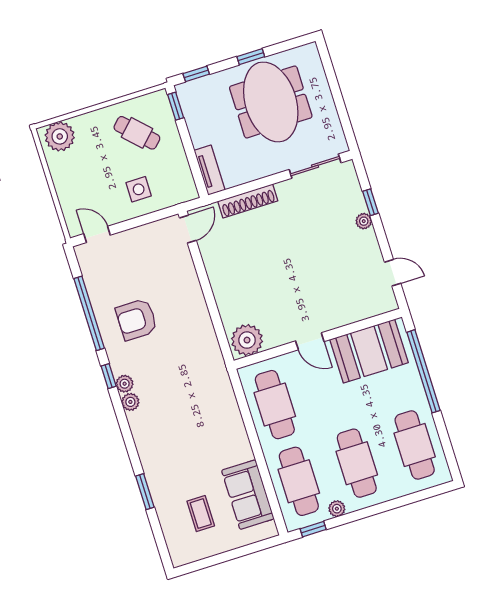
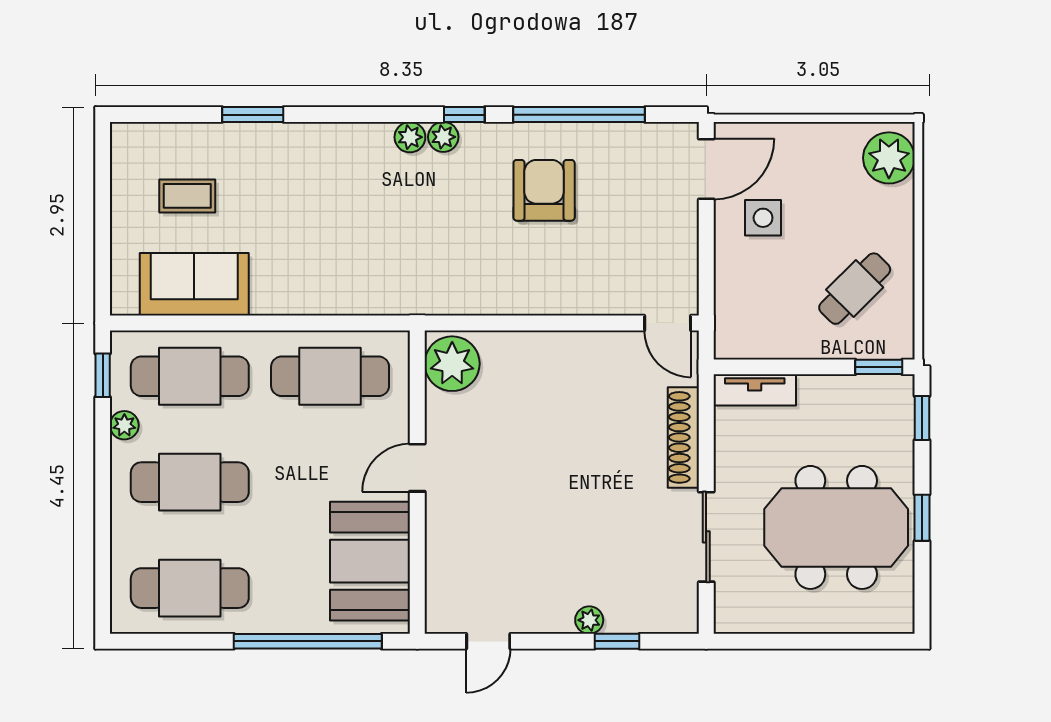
sliding door: (315, 166) -> (706, 537), moved
side table: (139, 189) -> (763, 218), moved
door: (97, 234) -> (706, 169), width x1.38

